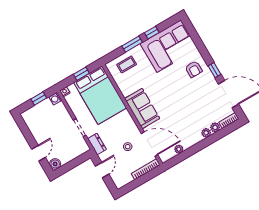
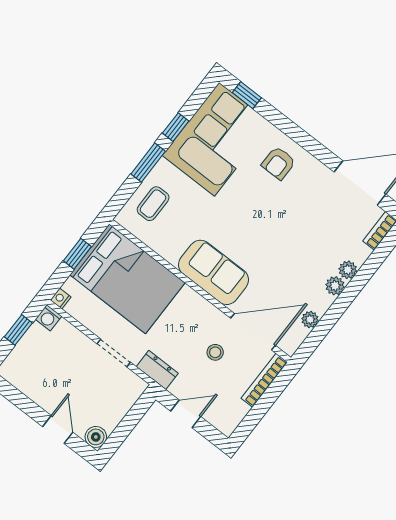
armchair: (194, 69) -> (279, 163), turned 90
window: (215, 70) -> (247, 95), moved
plant: (215, 127) -> (335, 286), moved
door: (102, 170) -> (186, 414), hinge flipped

